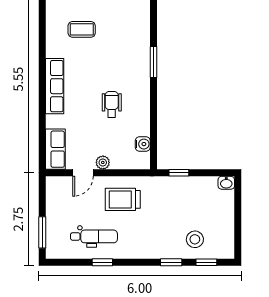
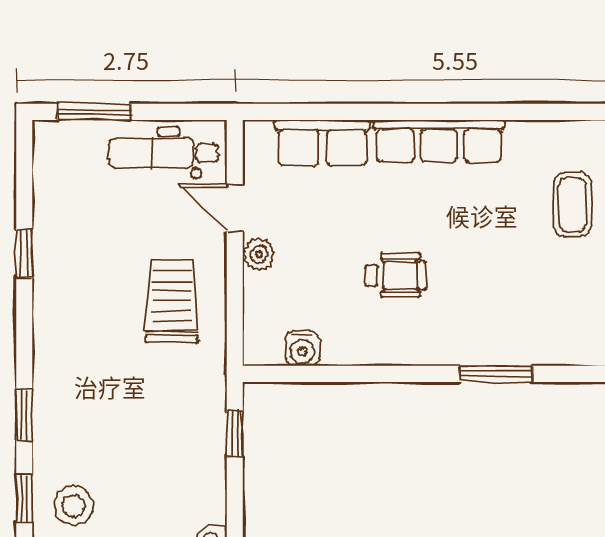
row of seats: (55, 149) -> (323, 143), moved
dental chair: (94, 236) -> (163, 153), moved, turned 90
stool: (195, 239) -> (74, 506), moved

